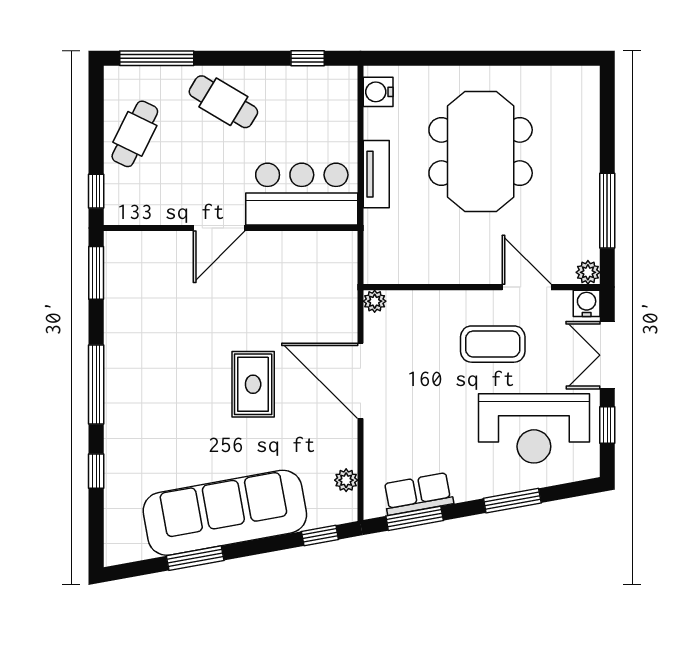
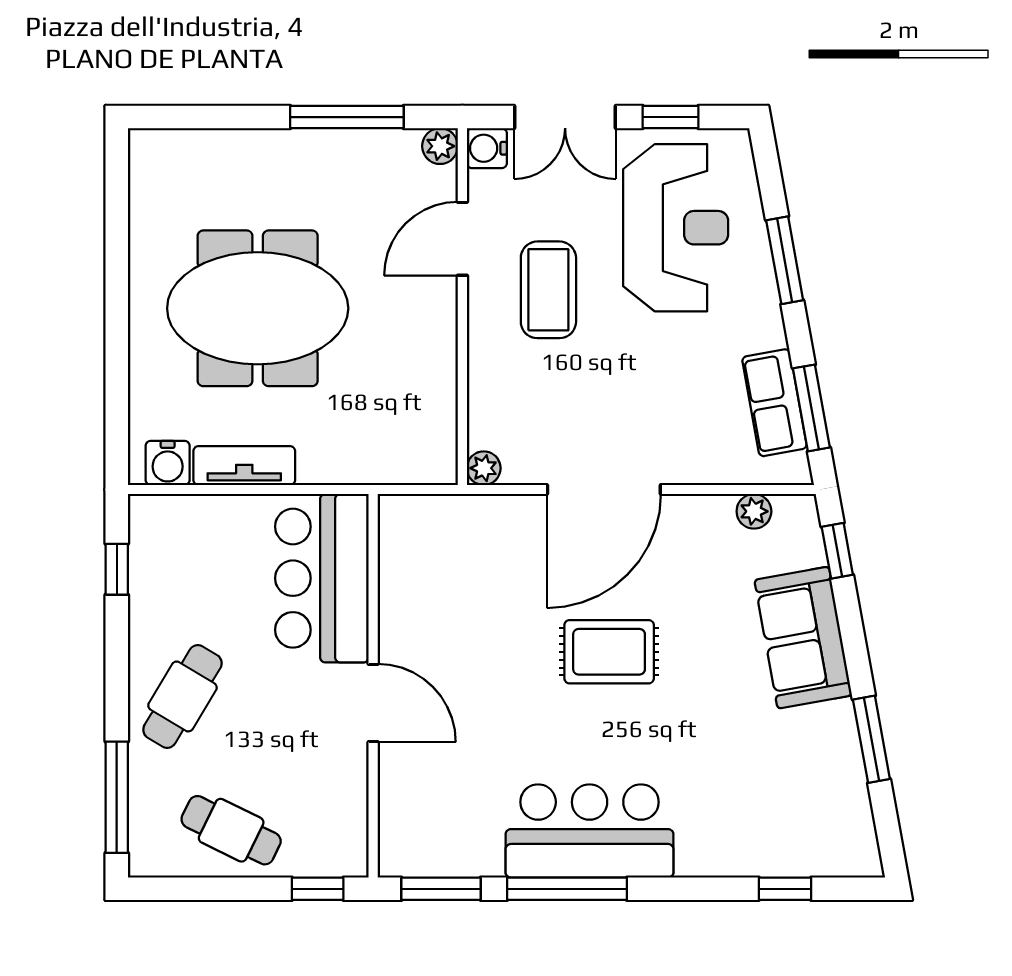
tv unit: (376, 174) -> (244, 466), moved
bar counter: (134, 371) -> (590, 831), added
window: (96, 384) -> (567, 889), moved
window: (96, 471) -> (785, 889), moved
sofa: (225, 513) -> (803, 638), width x0.54, depth x0.79

